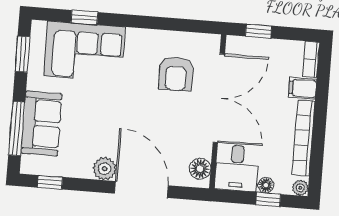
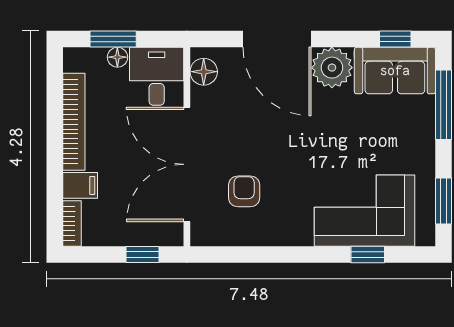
armchair: (176, 74) -> (244, 191), width x0.72, depth x0.72
sofa: (42, 124) -> (395, 71), moved, turned -90
plant: (105, 169) -> (332, 68), width x1.36, depth x1.36
plant: (300, 188) -> (73, 57), removed
window: (268, 199) -> (113, 39), width x1.50

